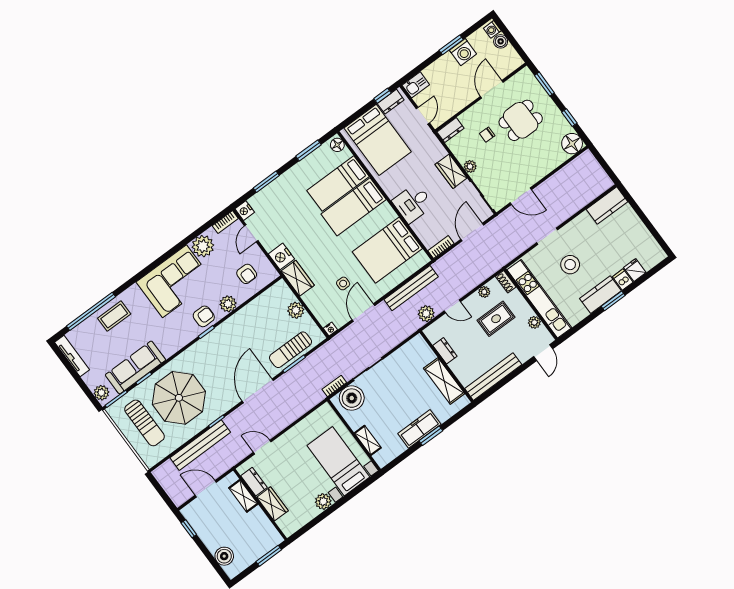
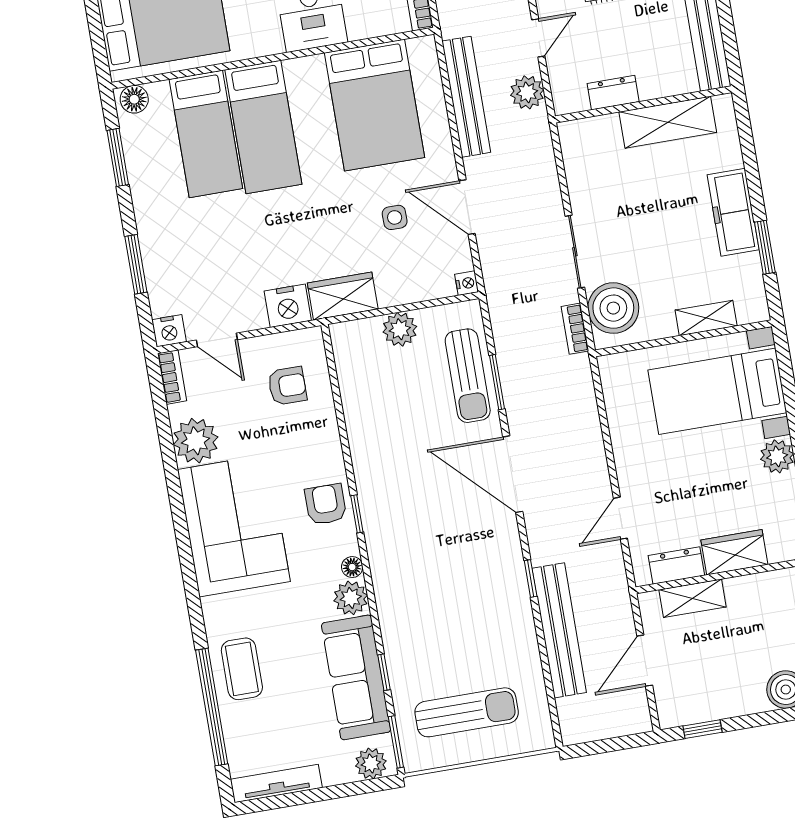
plant: (228, 304) -> (351, 598), moved
floor lamp: (182, 342) -> (352, 567), added
parasol: (179, 398) -> (452, 626), removed
window: (431, 436) -> (765, 247), moved

